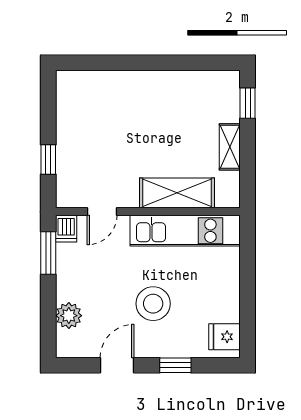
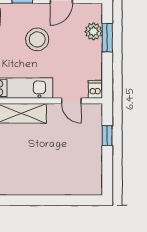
door: (102, 212) -> (71, 101), swing flipped
window: (48, 253) -> (107, 38), moved

